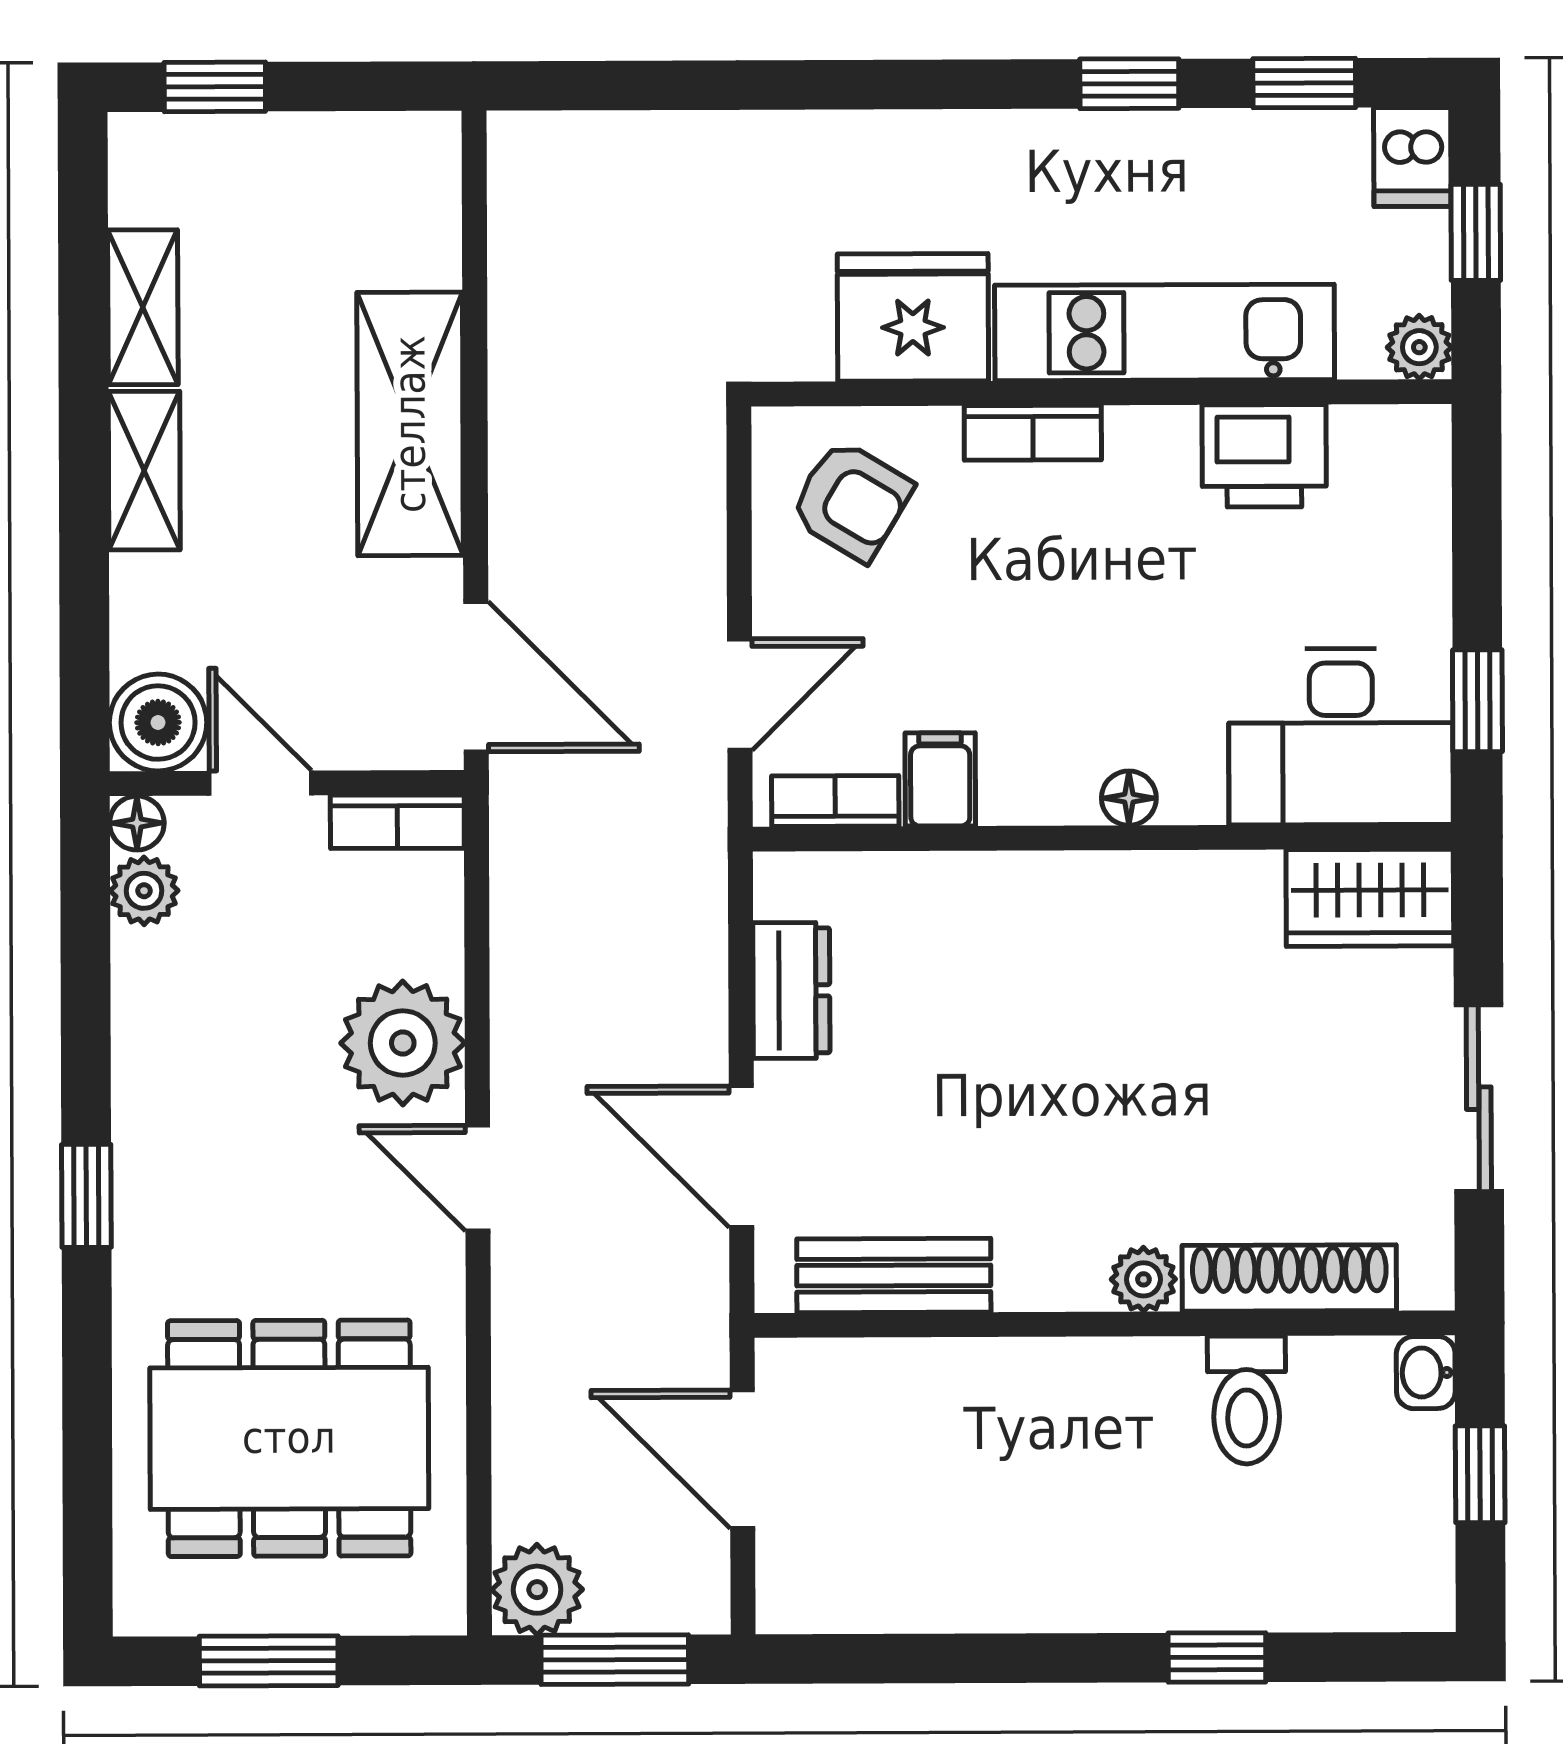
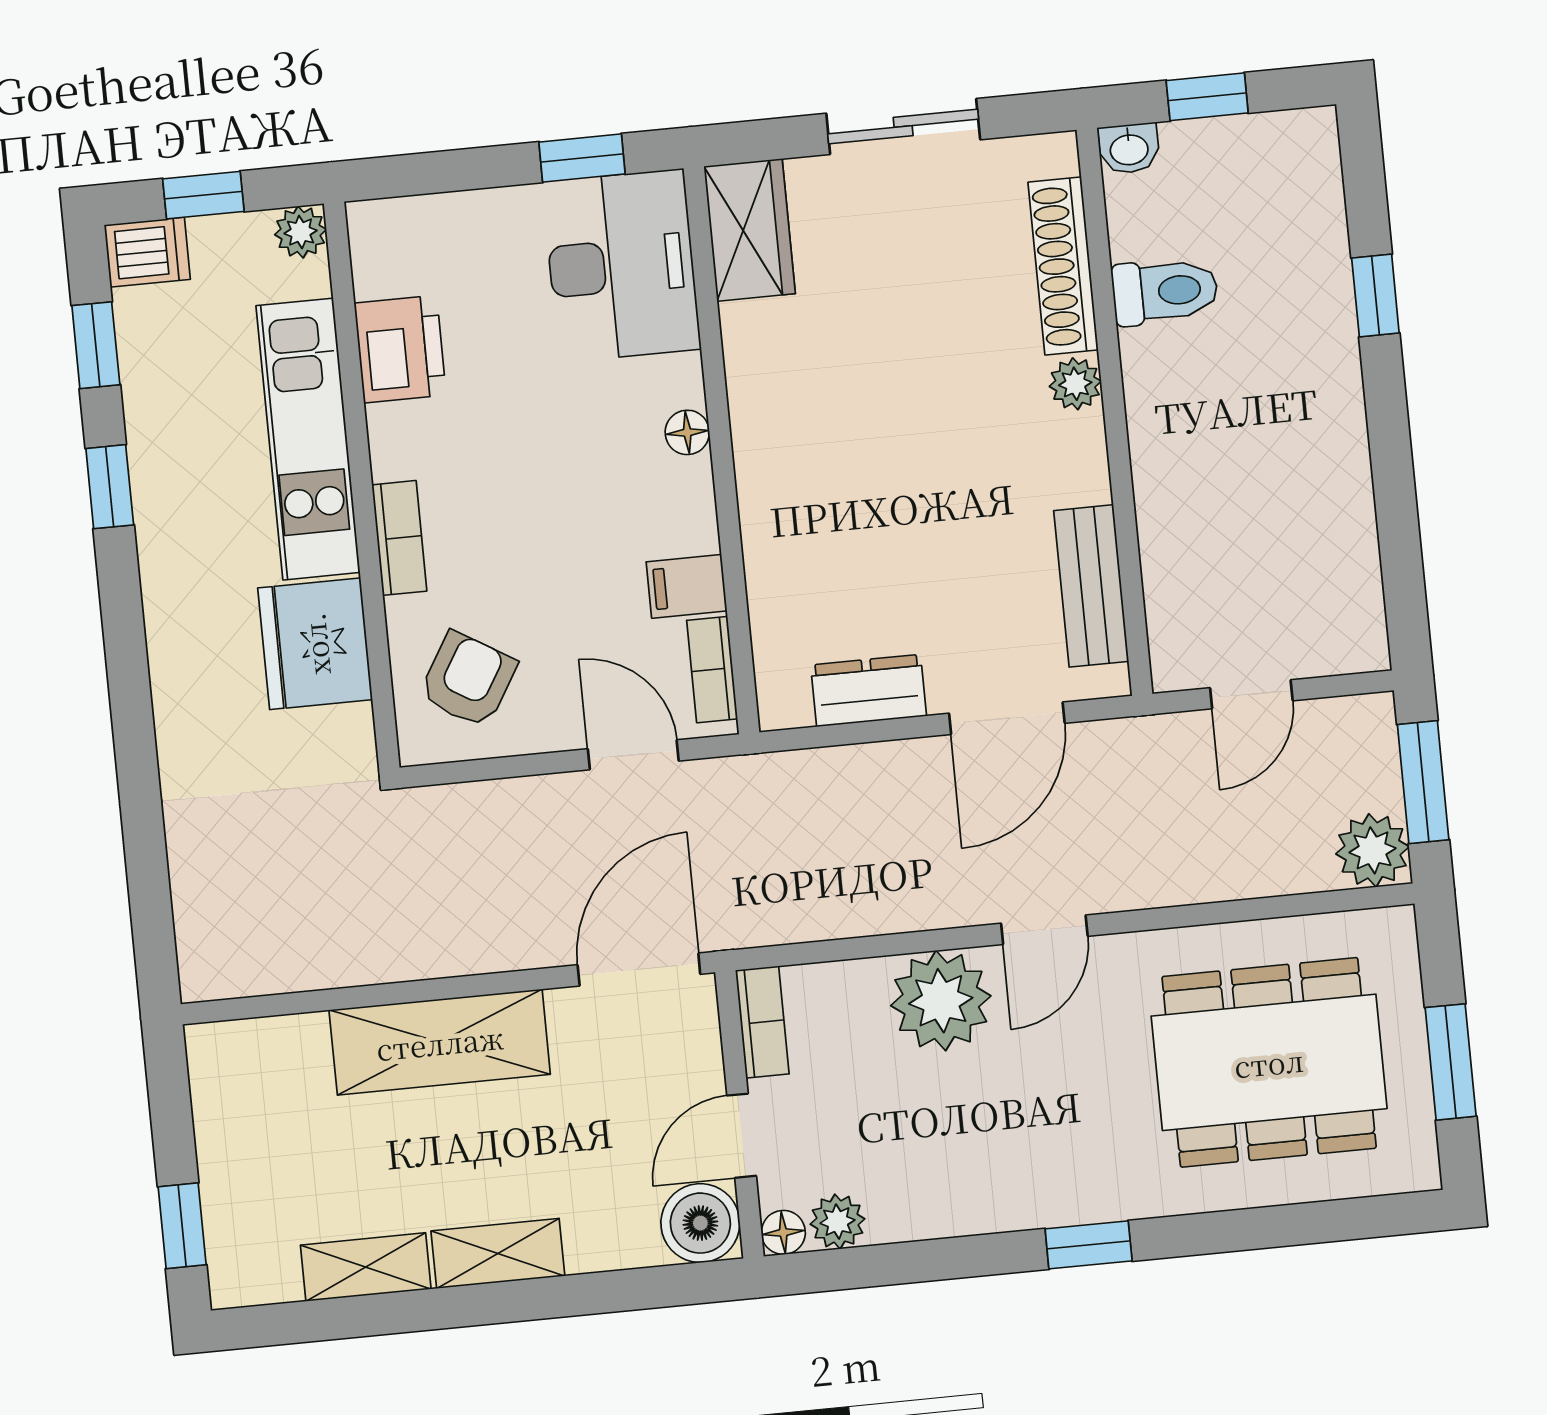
dining table: (289, 1438) -> (1269, 1062), turned 90
door: (742, 1459) -> (1251, 694), width x0.73

